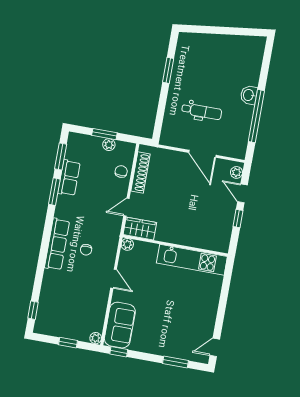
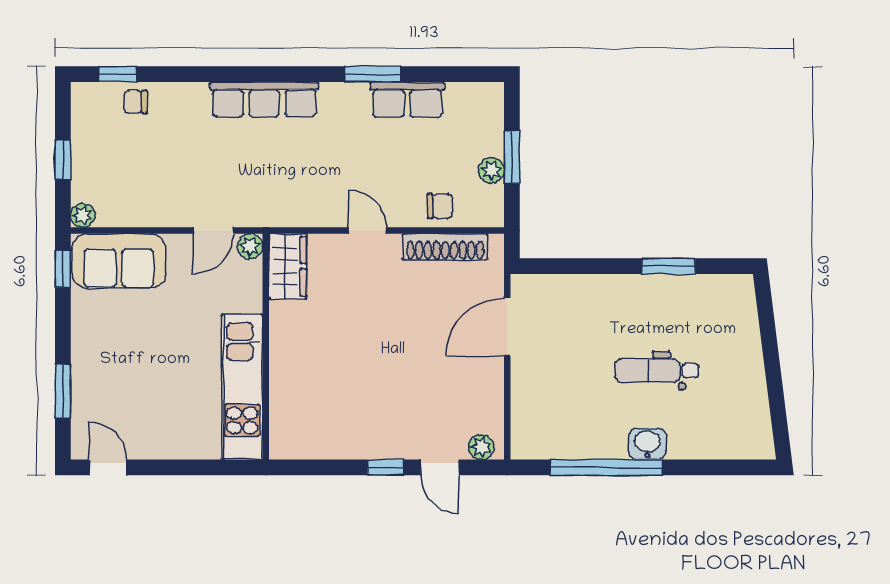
dental chair: (202, 111) -> (657, 371), moved, turned 90
door: (202, 154) -> (507, 327), moved
window: (61, 157) -> (448, 74), removed
door: (242, 193) -> (440, 467), swing flipped
wardrobe: (140, 228) -> (288, 266), moved
plant: (127, 244) -> (250, 246), moved
wall: (175, 245) -> (266, 347), moved
chair: (86, 250) -> (135, 102), moved
kitchen unit: (192, 260) -> (242, 387), moved

